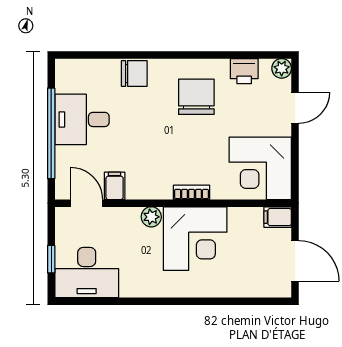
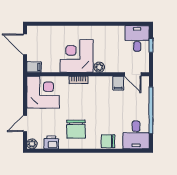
desk: (82, 119) -> (136, 135), moved, turned 90
desk: (87, 273) -> (137, 38), width x0.73

